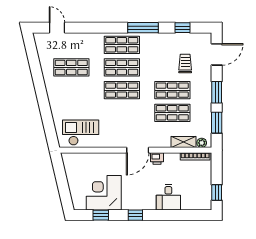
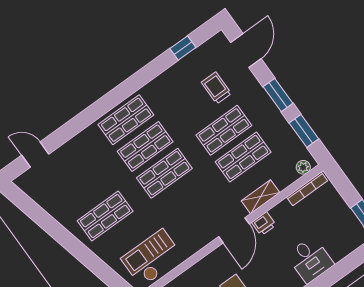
window: (143, 28) -> (136, 82), removed
shop shelf: (71, 67) -> (105, 216), moved
shelving: (183, 142) -> (260, 197), moved

